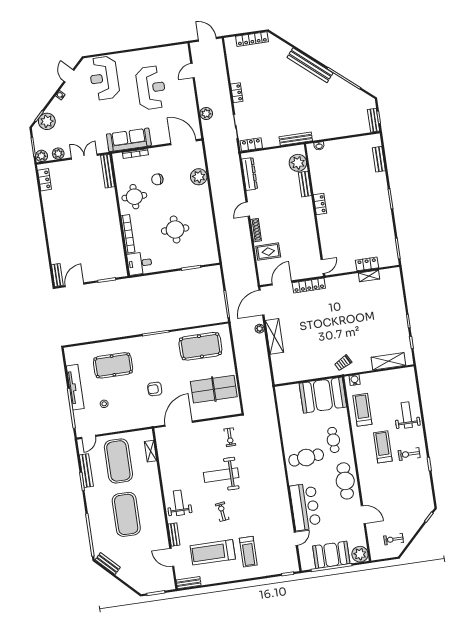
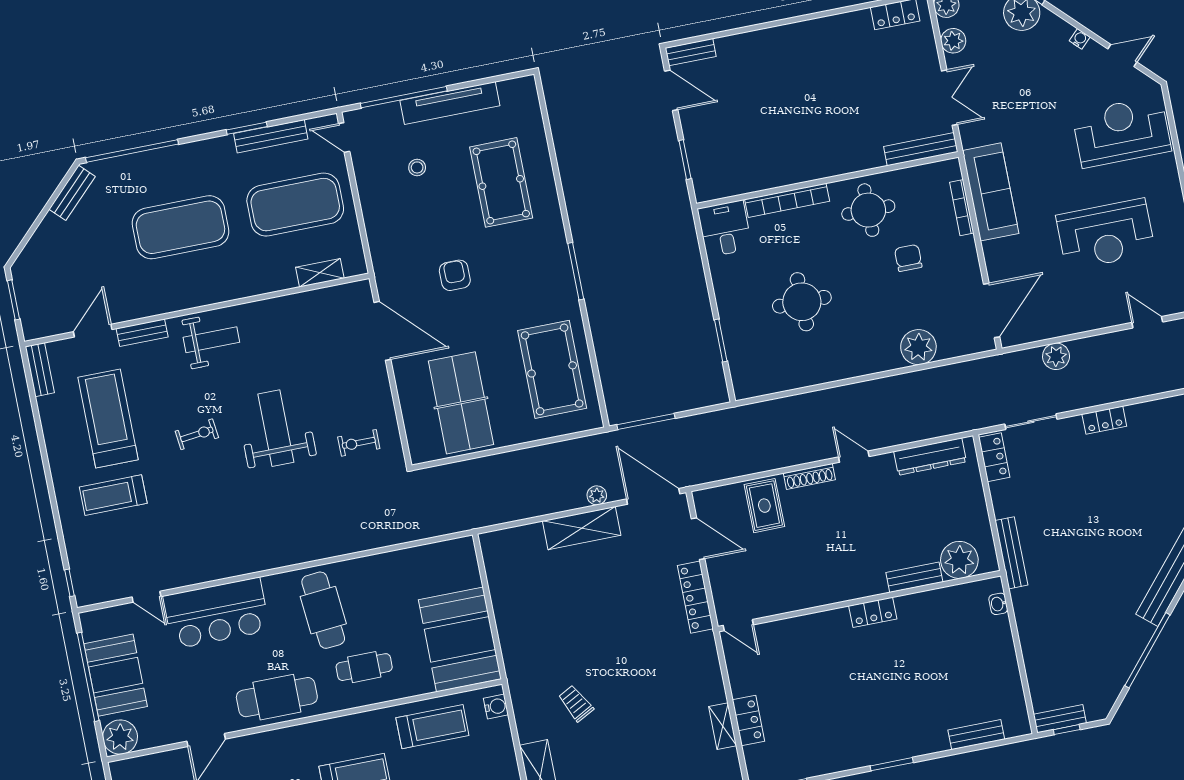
trolley: (343, 363) -> (576, 703), moved

